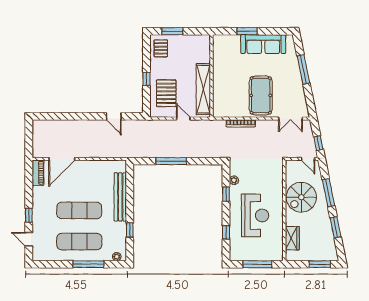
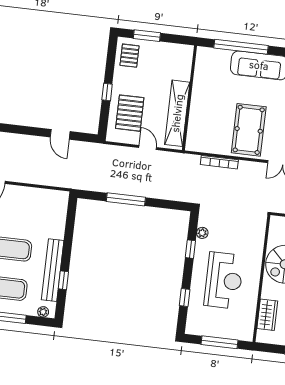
window: (247, 31) -> (241, 47), width x2.11
bench: (120, 197) -> (53, 270), moved

